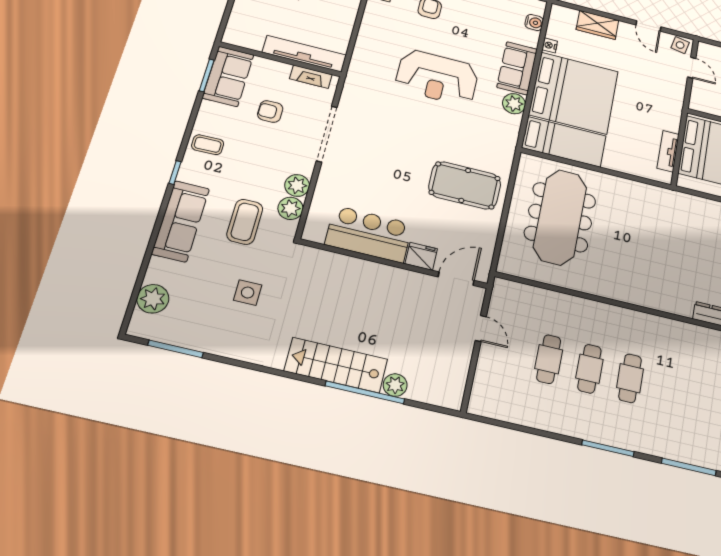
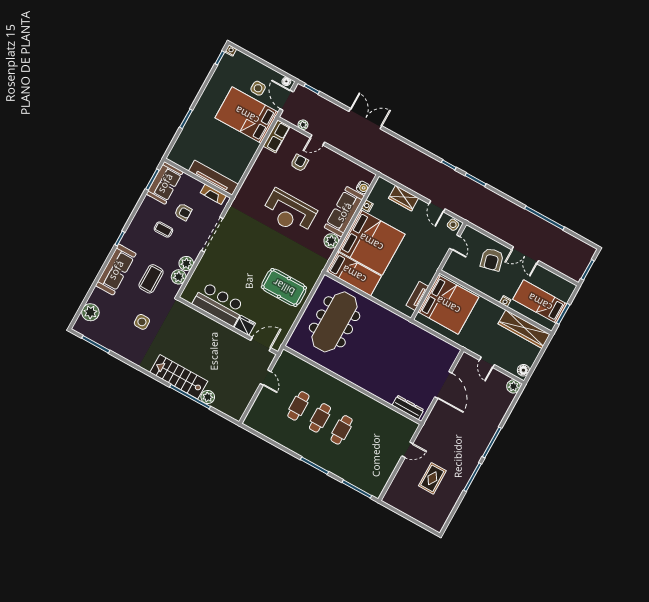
sofa: (517, 68) -> (344, 212), width x1.36
armchair: (270, 111) -> (183, 212), turned 180
coffee table: (208, 145) -> (163, 230), moved

